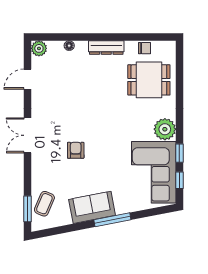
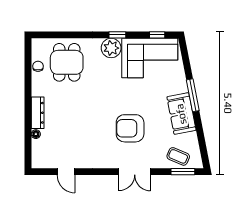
plant: (39, 48) -> (38, 161), removed
dresser: (106, 48) -> (38, 113), moved
double door: (27, 135) -> (135, 172), moved
armchair: (76, 150) -> (130, 128), width x1.88, depth x1.88
window: (179, 153) -> (117, 35), moved

